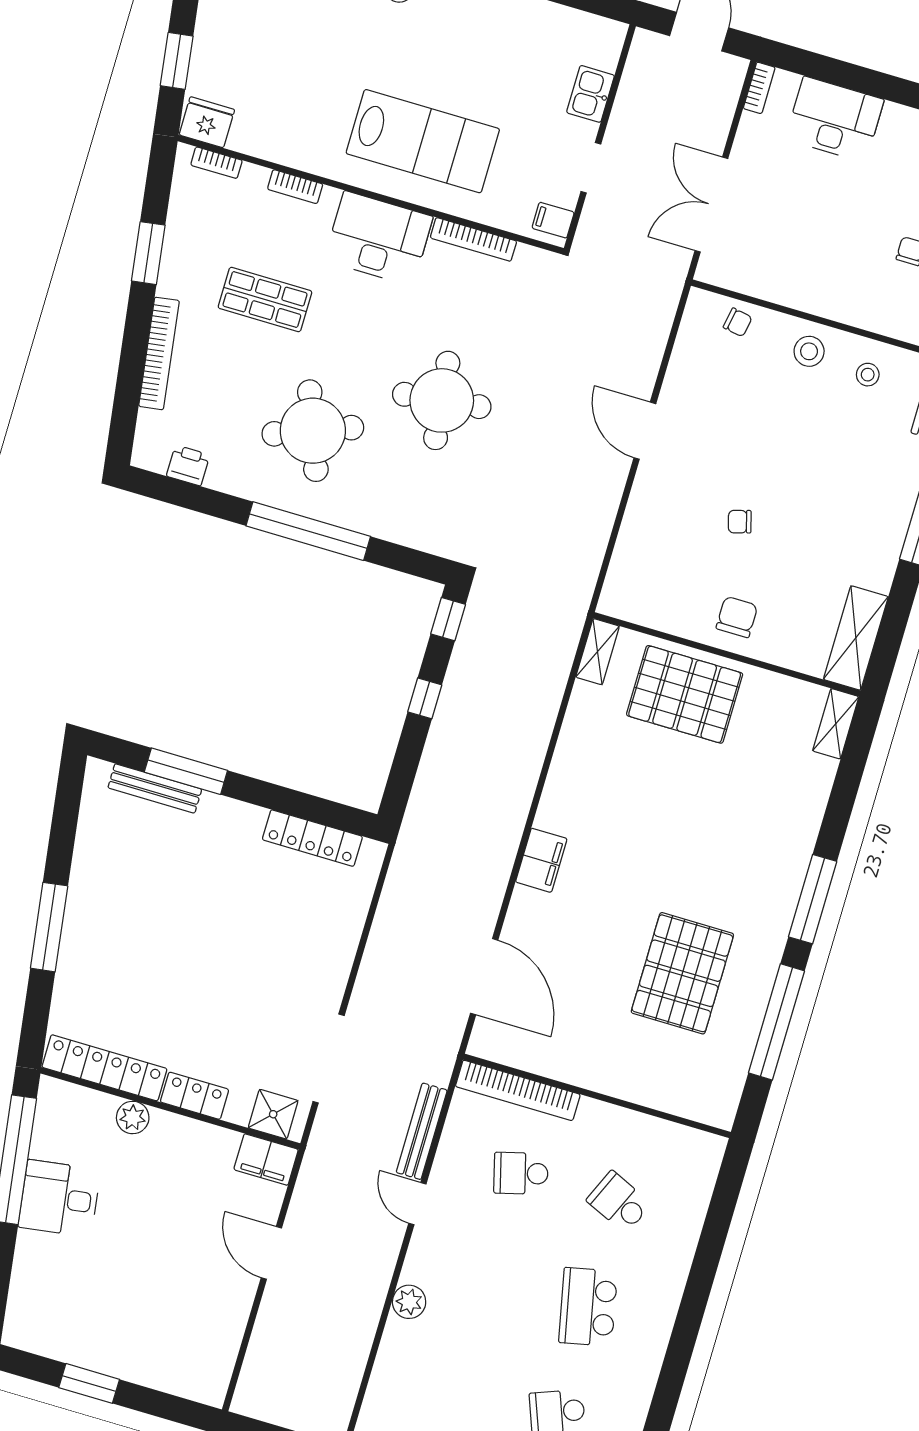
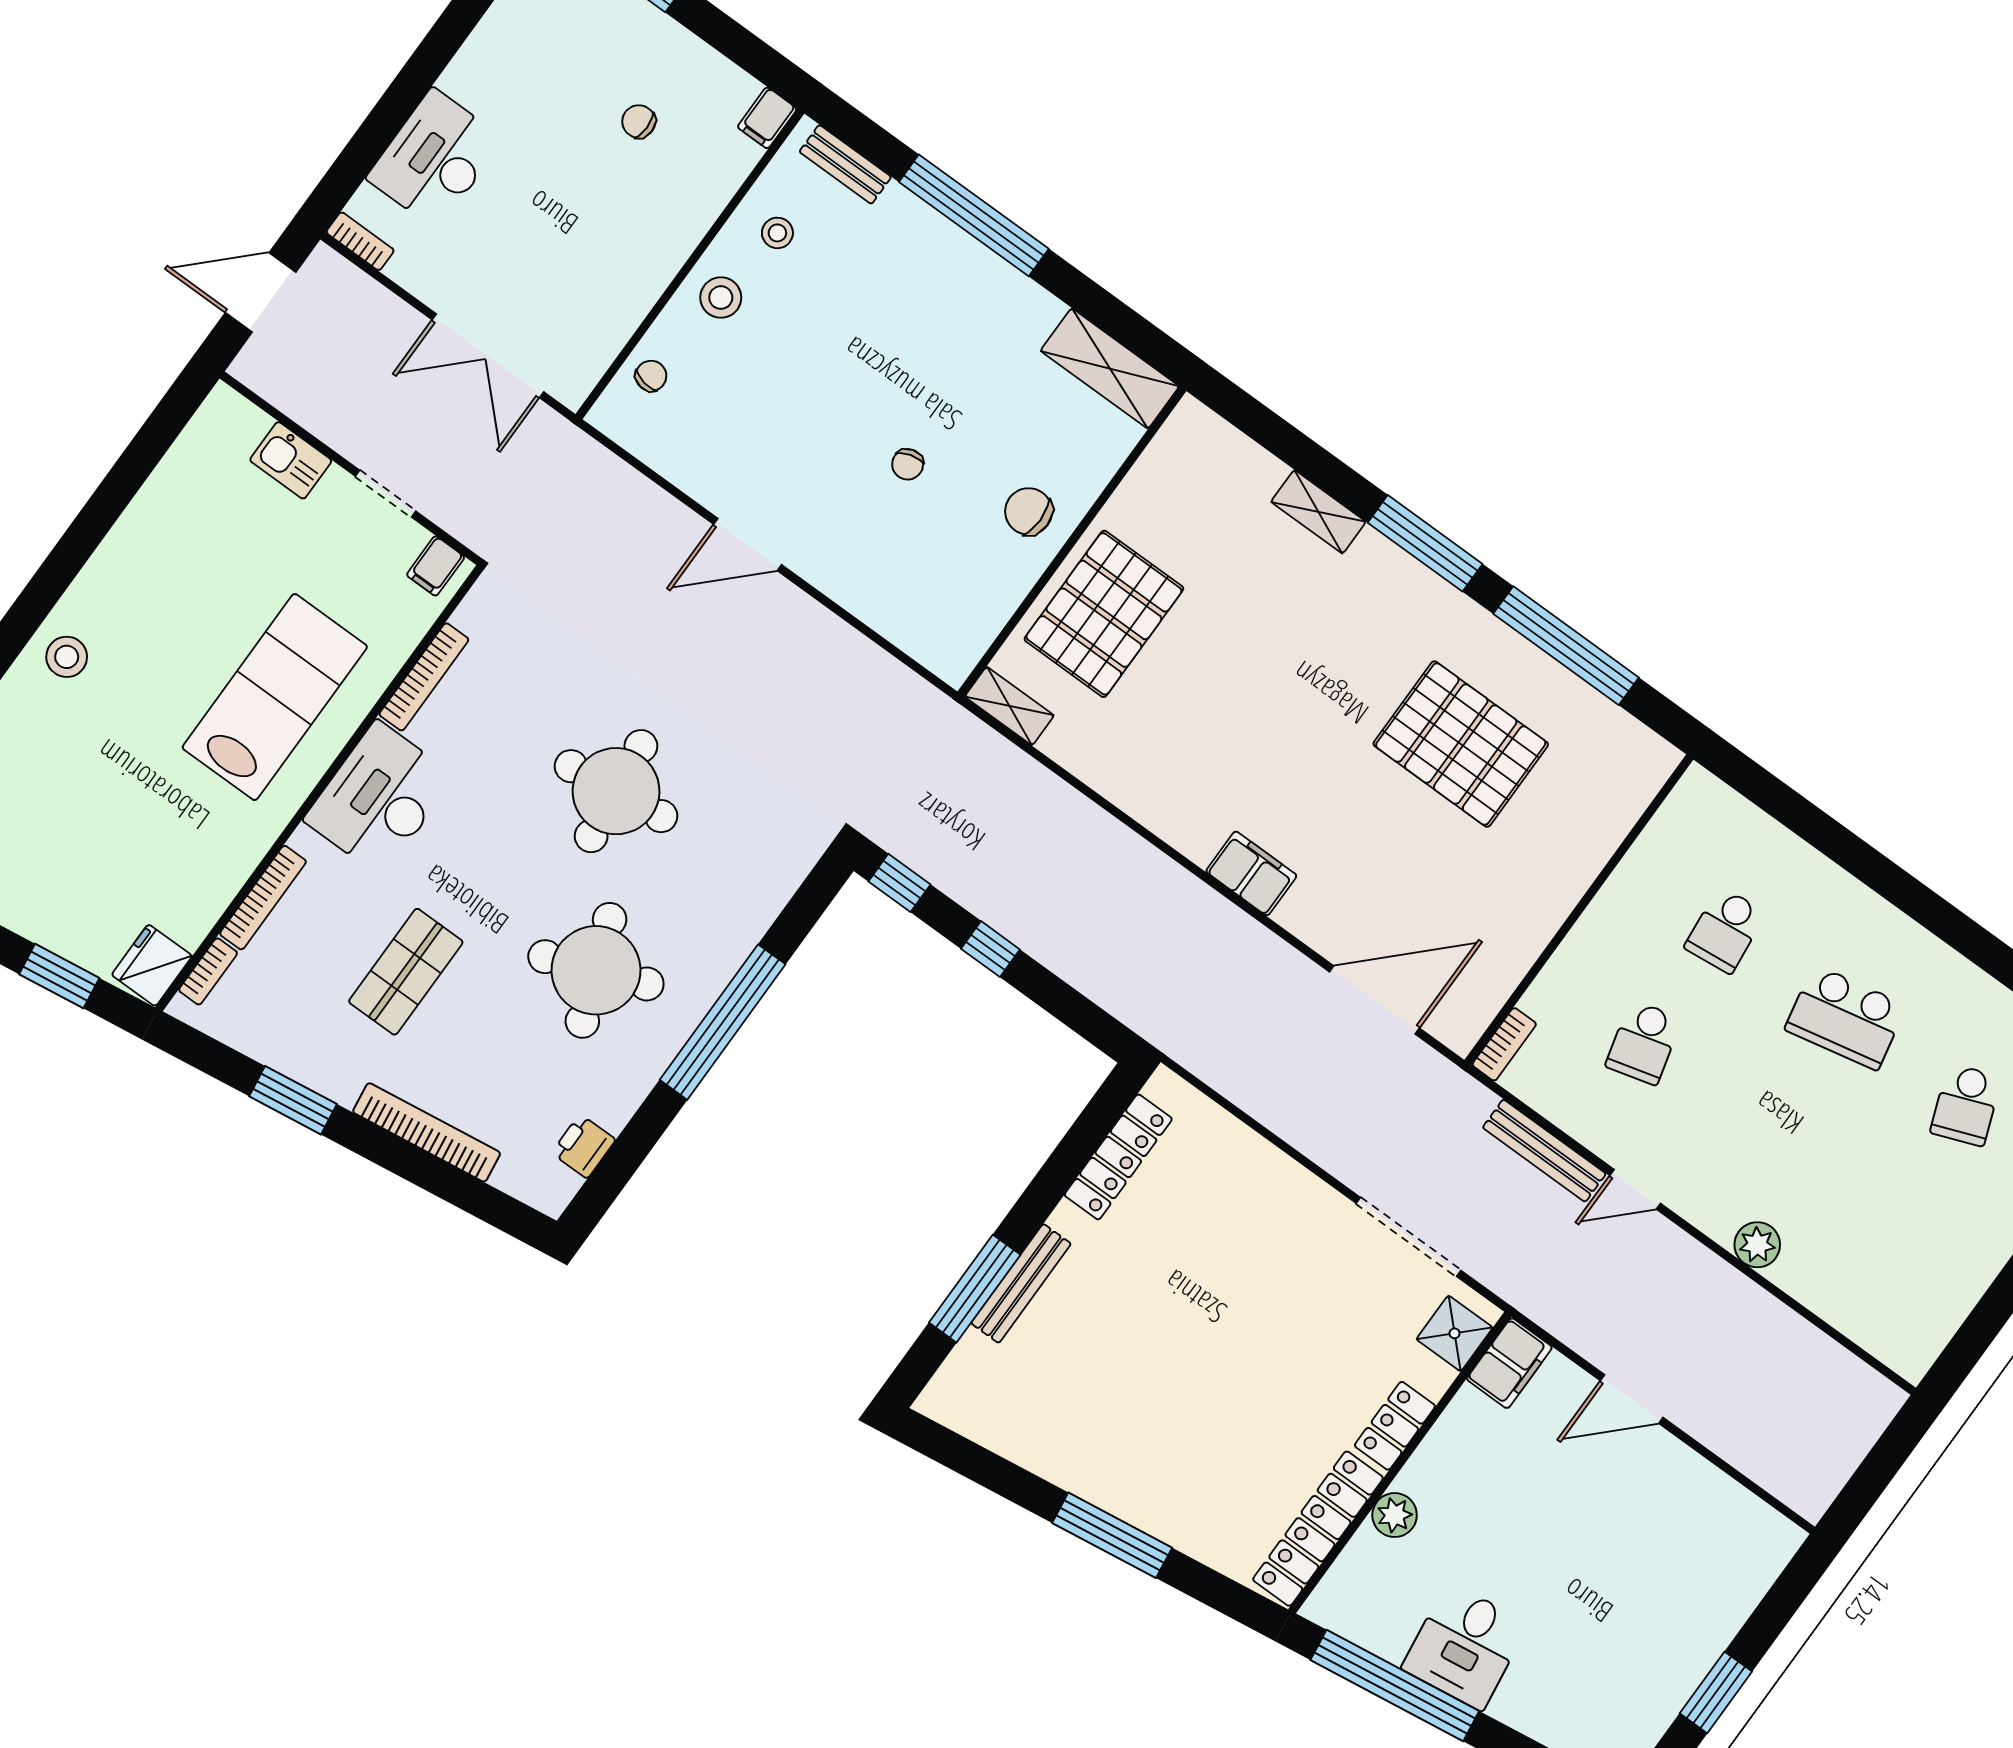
bookcase: (295, 187) -> (263, 898), width x1.56
shelving: (836, 724) -> (1318, 512), moved
bench: (155, 788) -> (1021, 1283), moved
bookcase: (518, 1090) -> (1504, 1044), width x0.43, depth x0.76
school desk: (619, 1202) -> (1725, 930), turned -30

